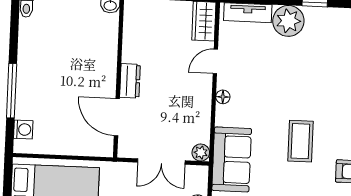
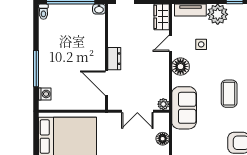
side table: (262, 65) -> (201, 44), added
floor lamp: (223, 97) -> (180, 67), width x1.89, depth x1.89

